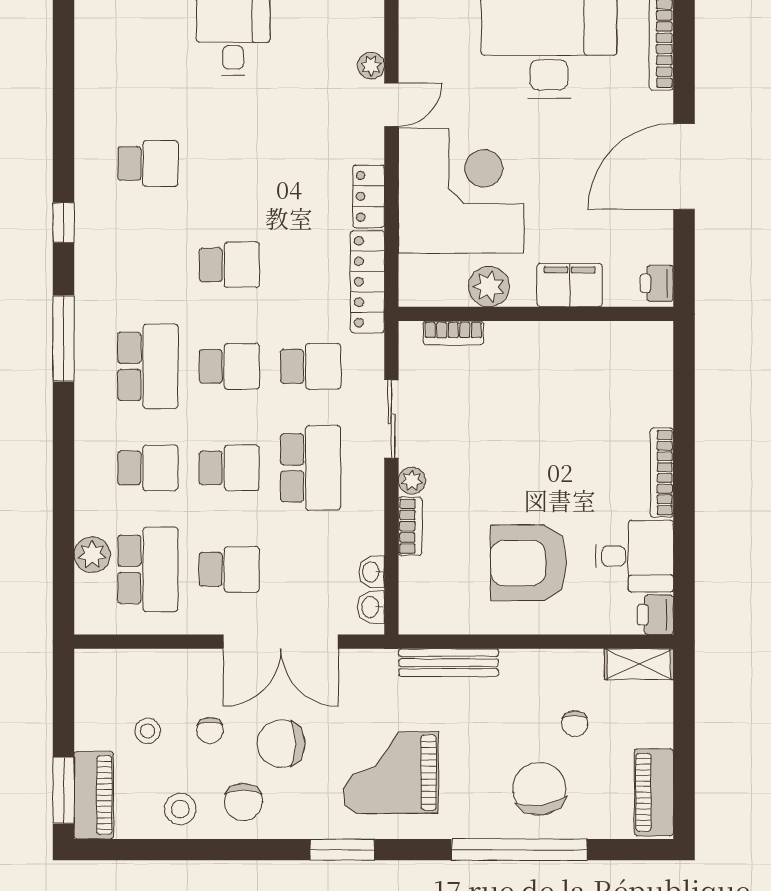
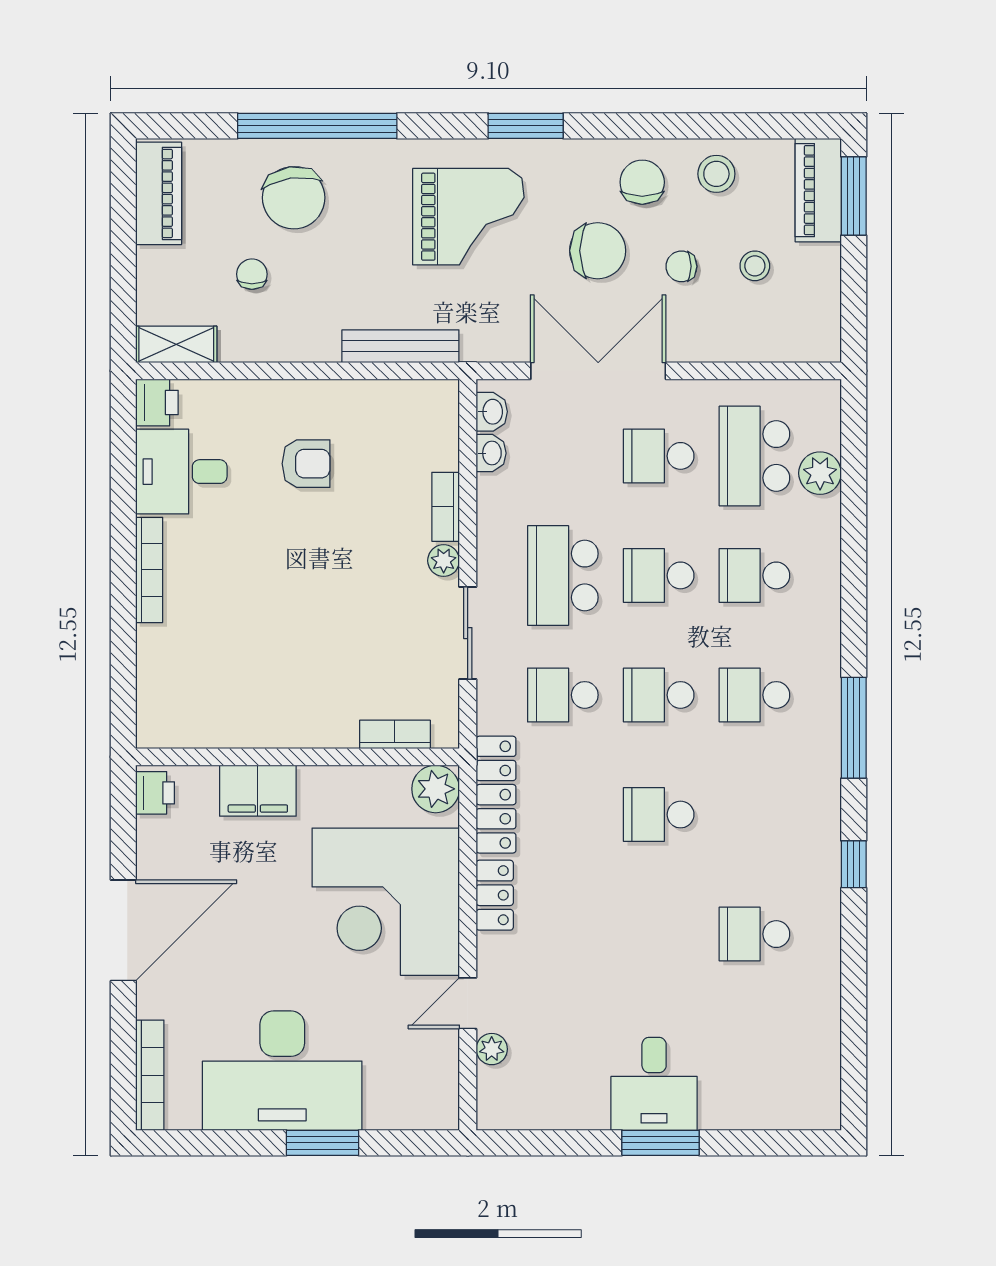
plant: (489, 287) -> (436, 789), moved
school desk: (148, 366) -> (754, 695), width x0.54
armchair: (529, 563) -> (306, 464), width x0.53, depth x0.53
chair: (210, 730) -> (681, 266), turned -90

